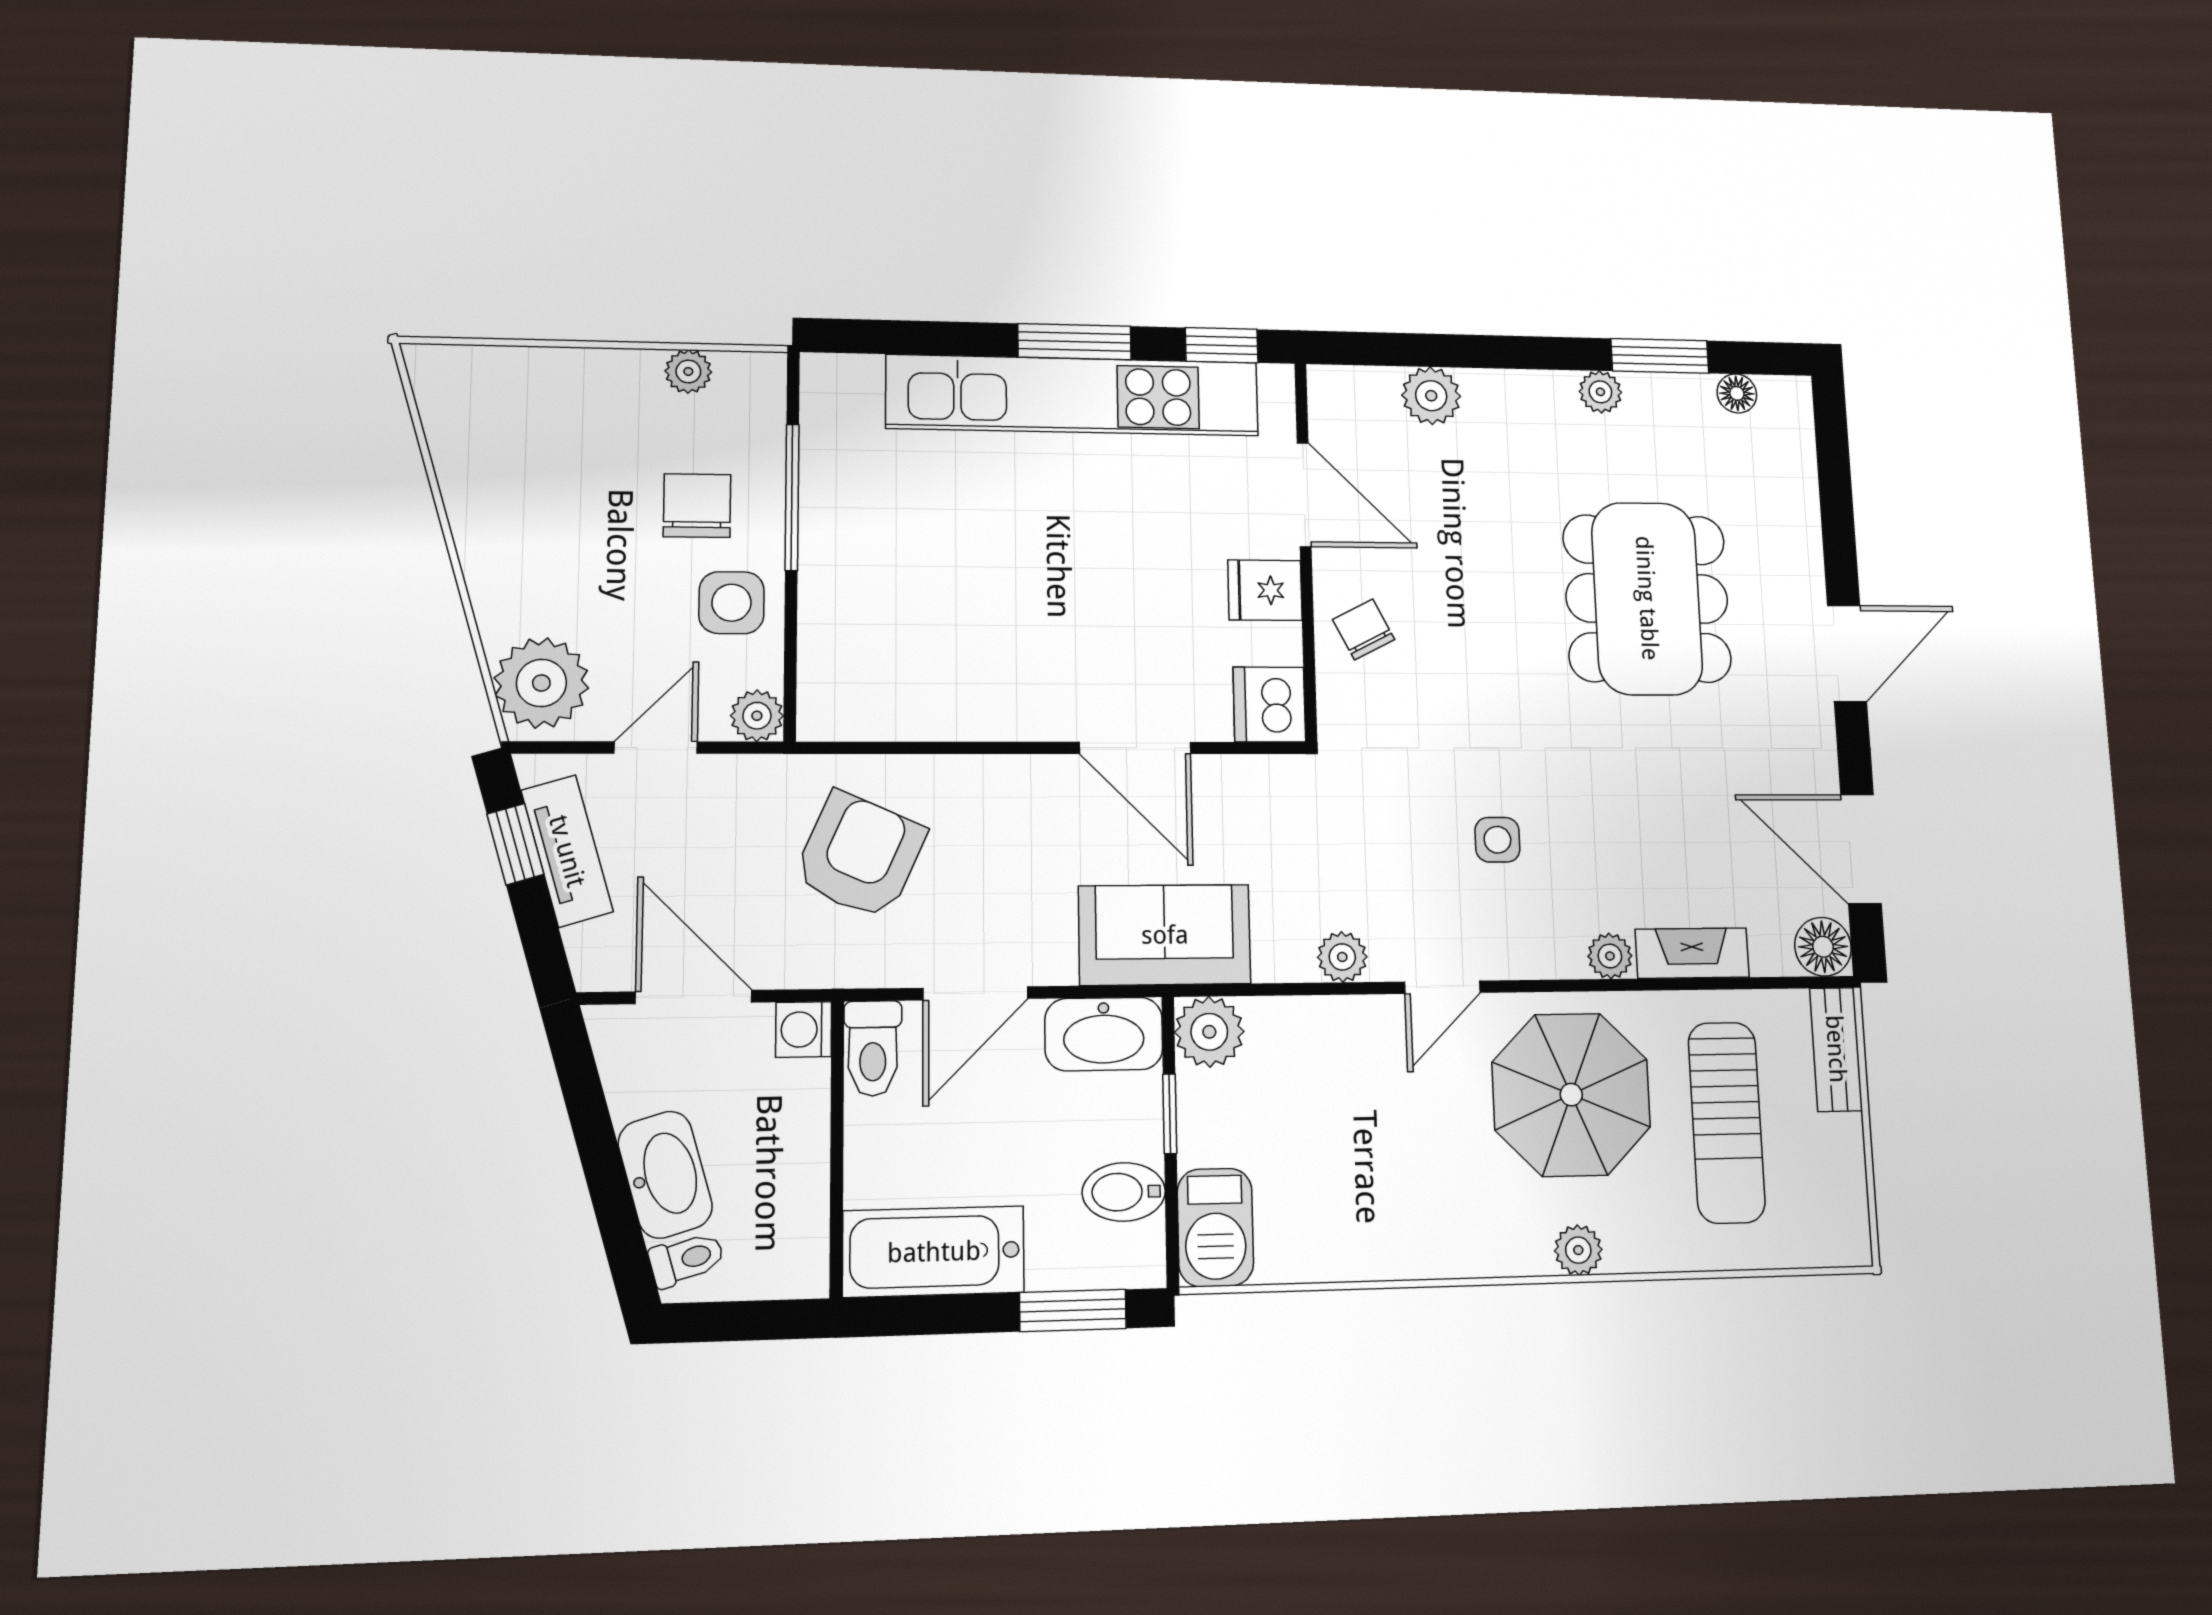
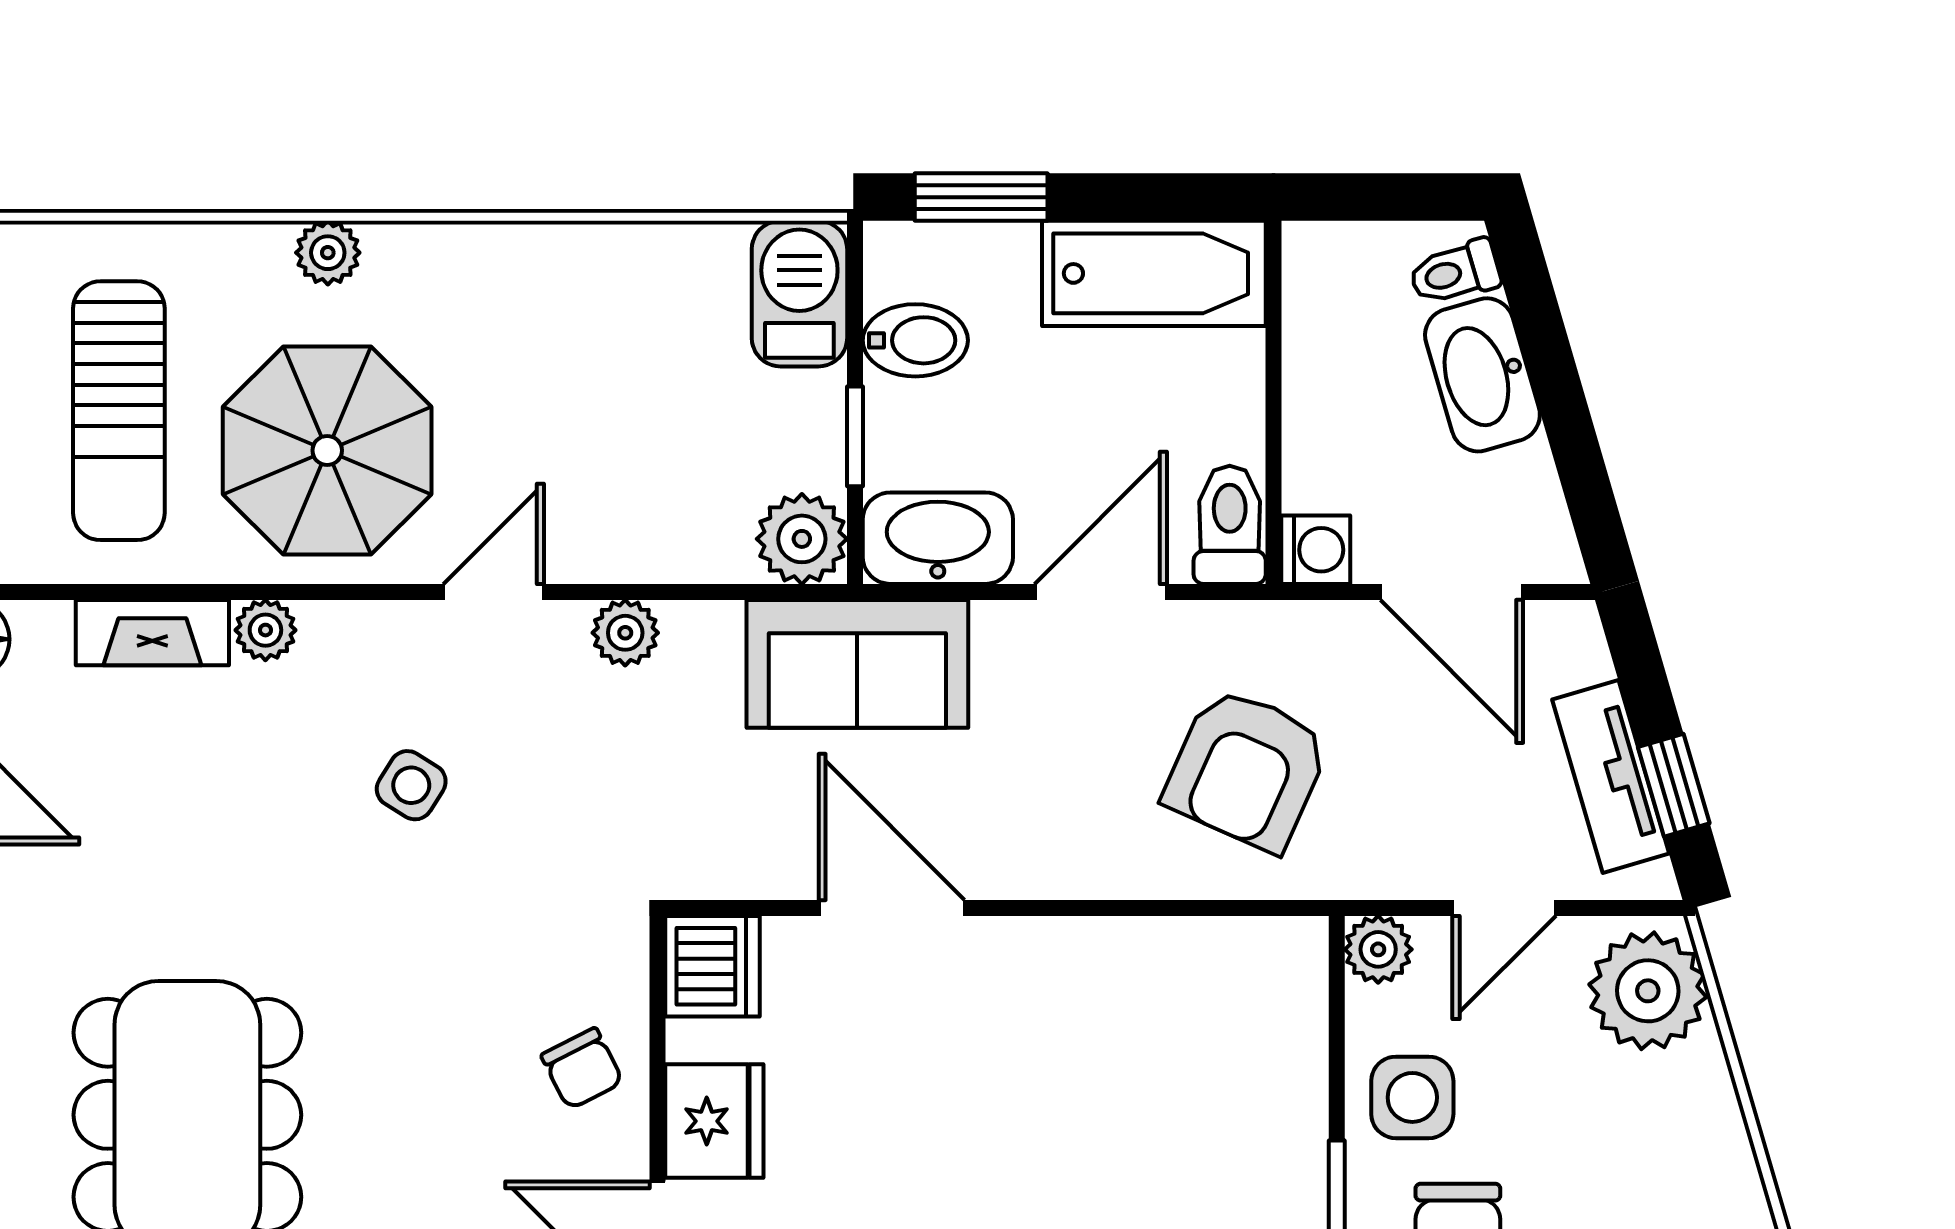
fridge: (1265, 590) -> (714, 1121), width x1.38
side table: (1497, 840) -> (411, 785), turned 32
sun lounger: (1727, 1122) -> (119, 411), turned 180

